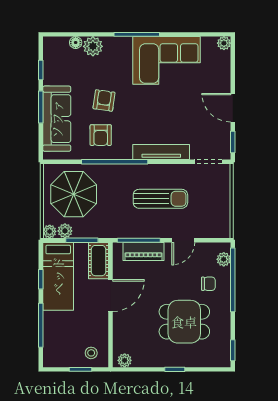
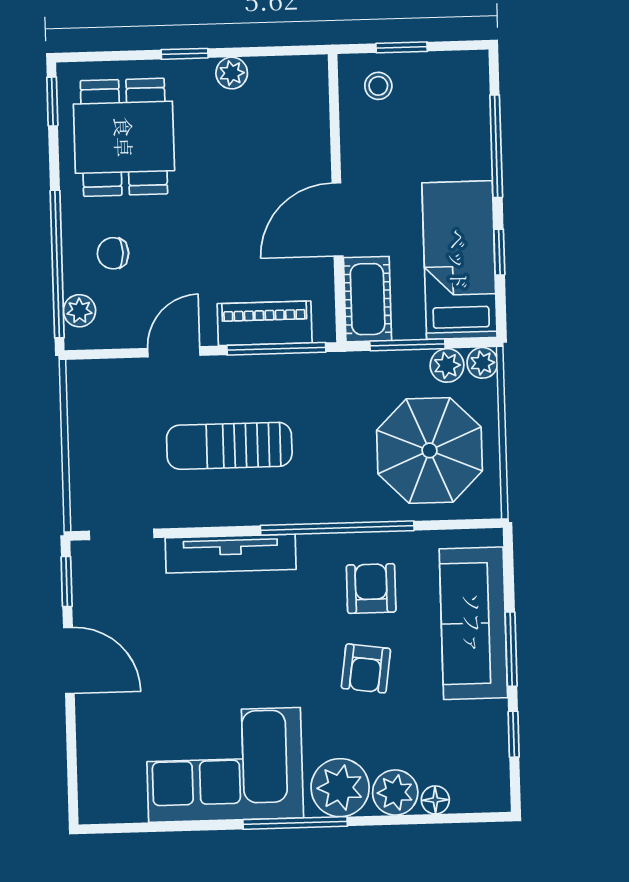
plant: (224, 43) -> (340, 788), moved, width x1.87, depth x1.87
dining table: (184, 322) -> (124, 137), moved, turned 90
plant: (125, 360) -> (232, 73), moved

